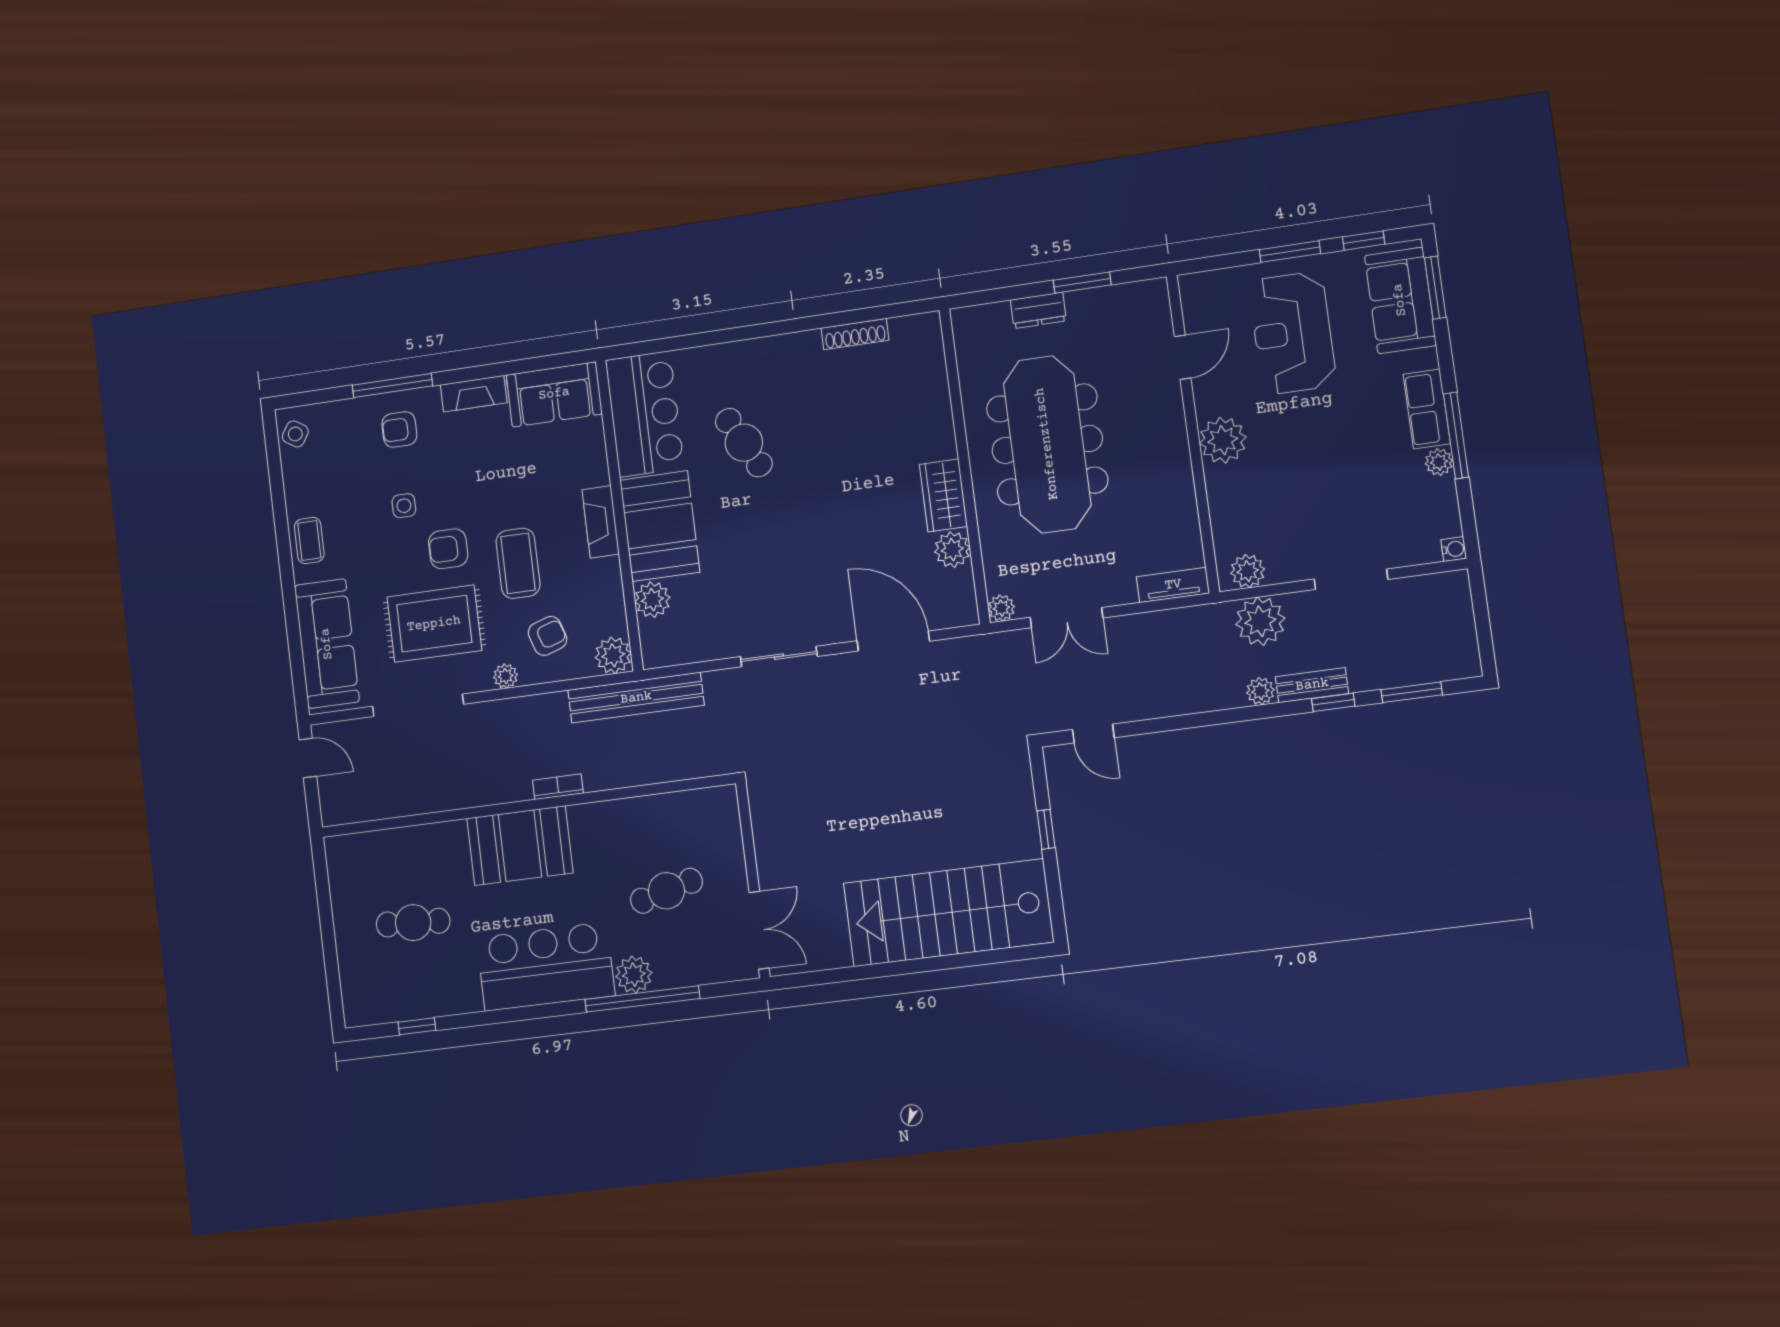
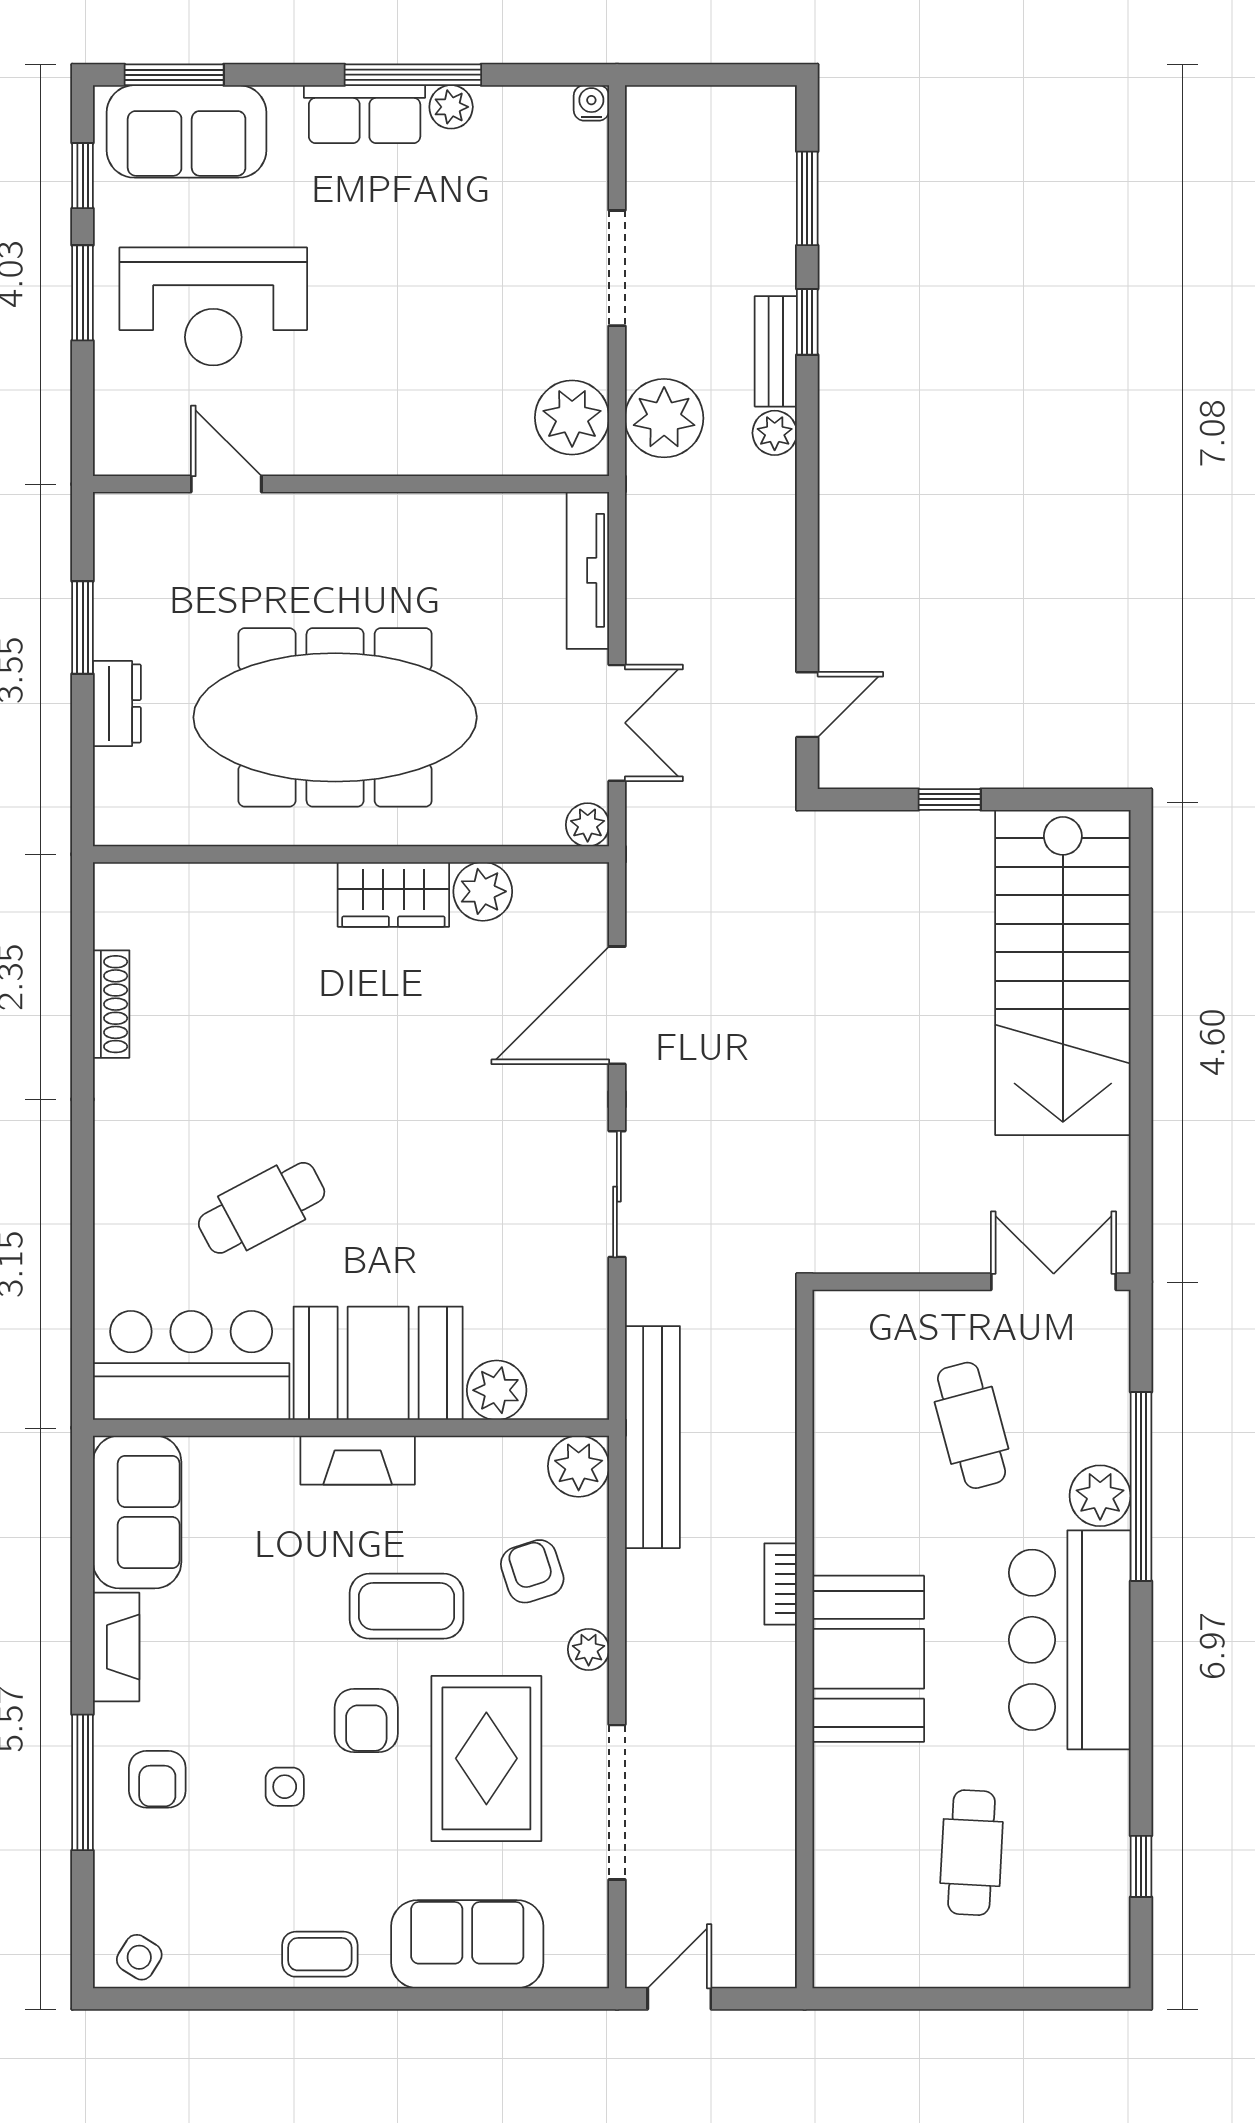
plant: (1223, 440) -> (368, 439), removed
plant: (1248, 571) -> (572, 418), width x1.36, depth x1.36
tv unit: (1173, 585) -> (588, 570), width x1.41
sofa: (327, 644) -> (467, 1944), width x0.73

